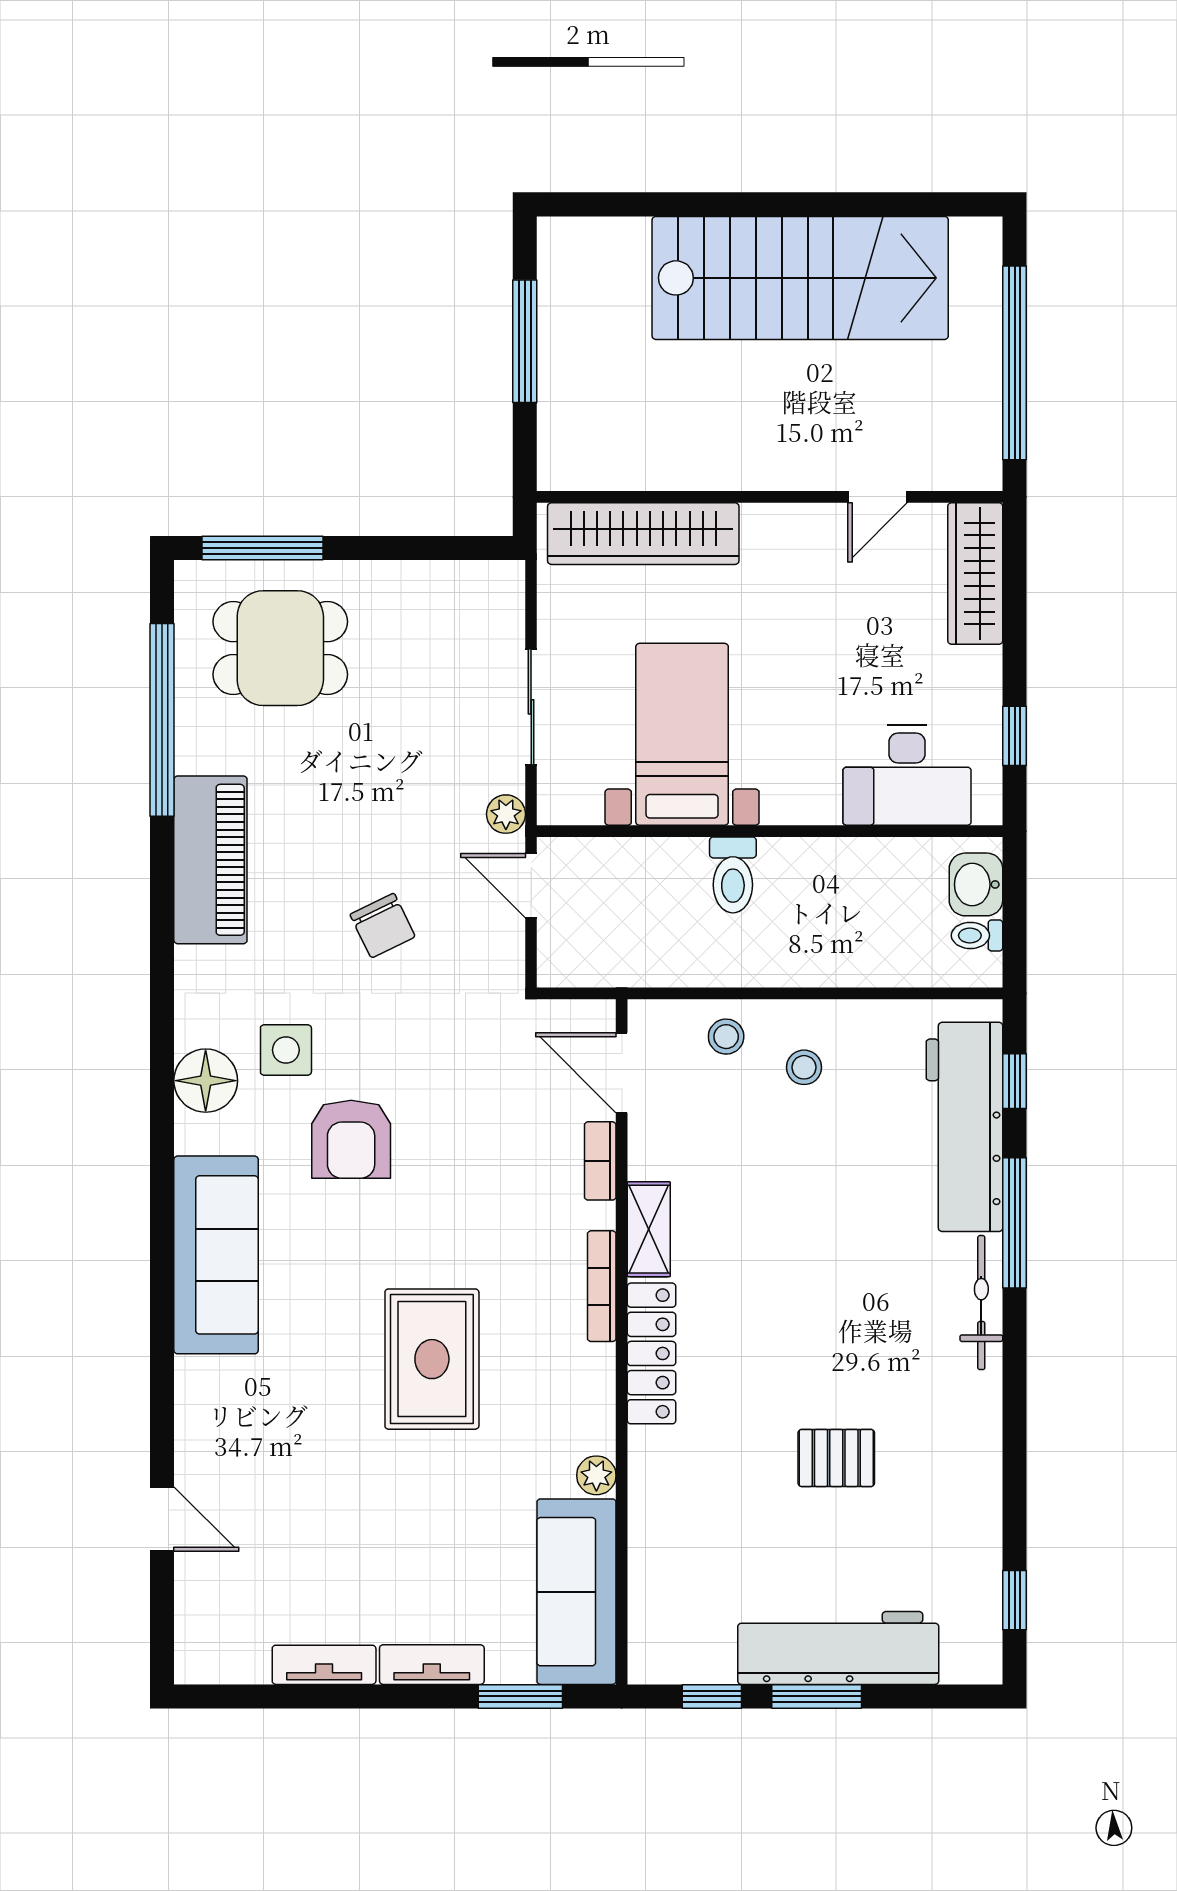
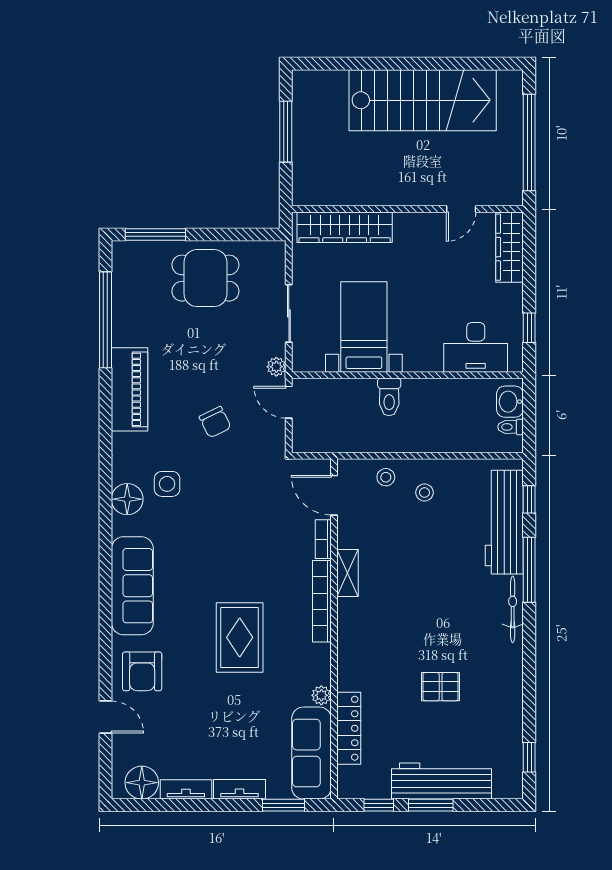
dining table: (280, 648) -> (205, 278), moved
armchair: (351, 1139) -> (142, 671), moved
bookcase: (602, 1286) -> (322, 601), width x1.48, depth x1.31
locker: (652, 1353) -> (349, 728), moved
floor lamp: (235, 1651) -> (142, 783), added

